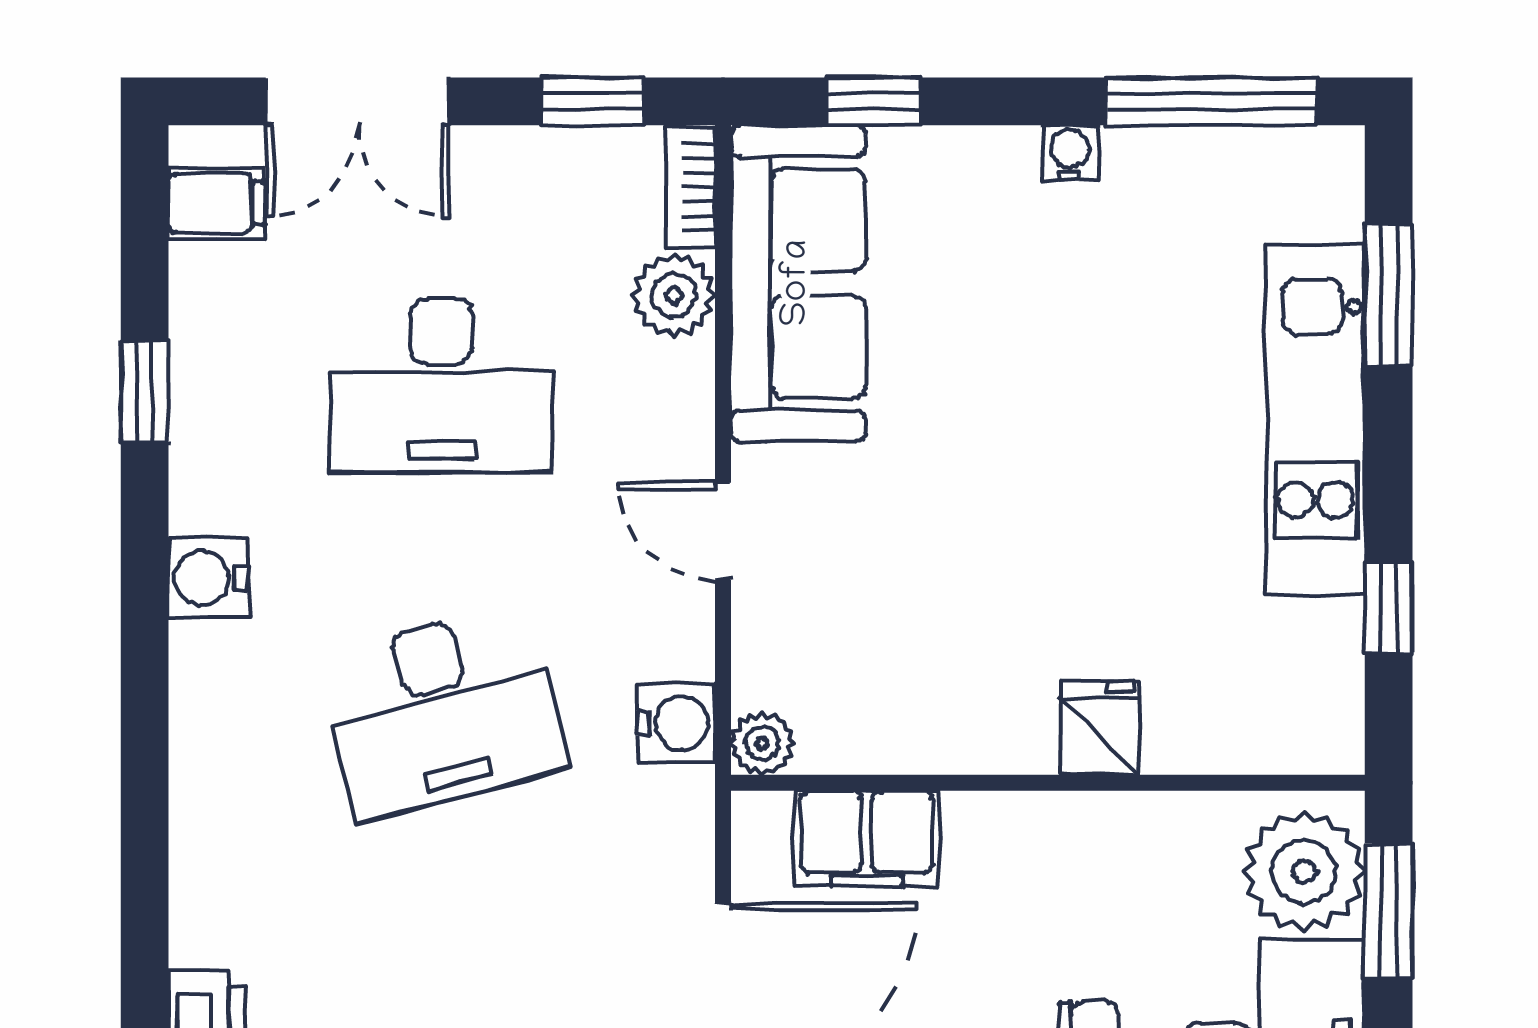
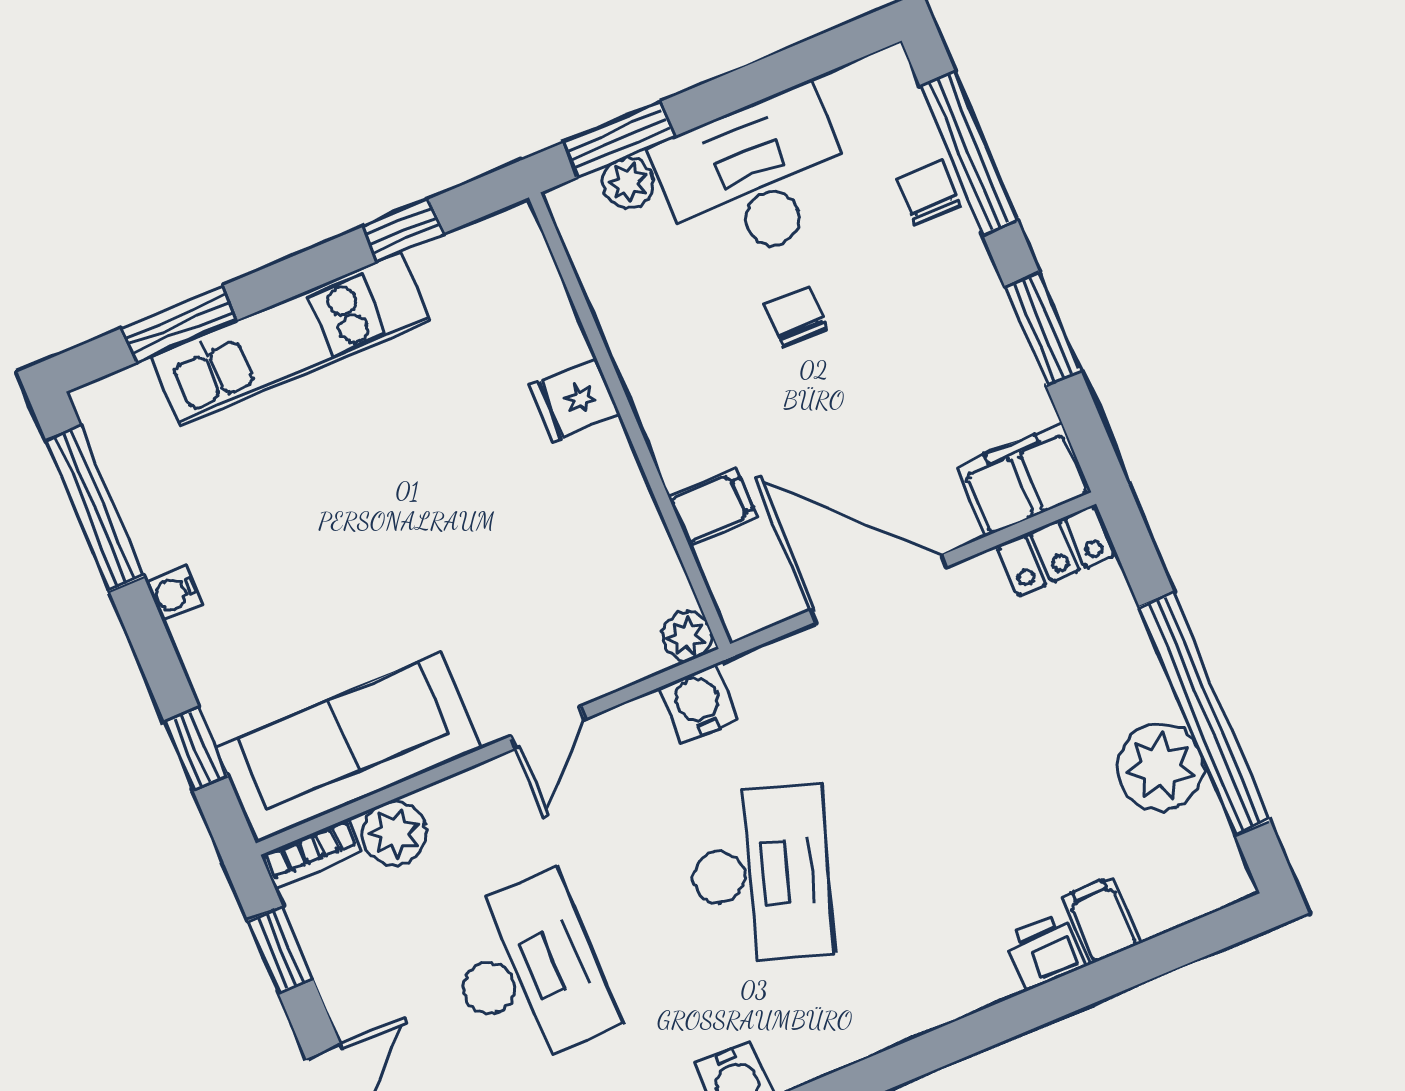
desk: (442, 711) -> (760, 874), turned 33
filing cabinet: (867, 839) -> (713, 507), width x0.50
plant: (1304, 872) -> (628, 183), width x0.53, depth x0.53

